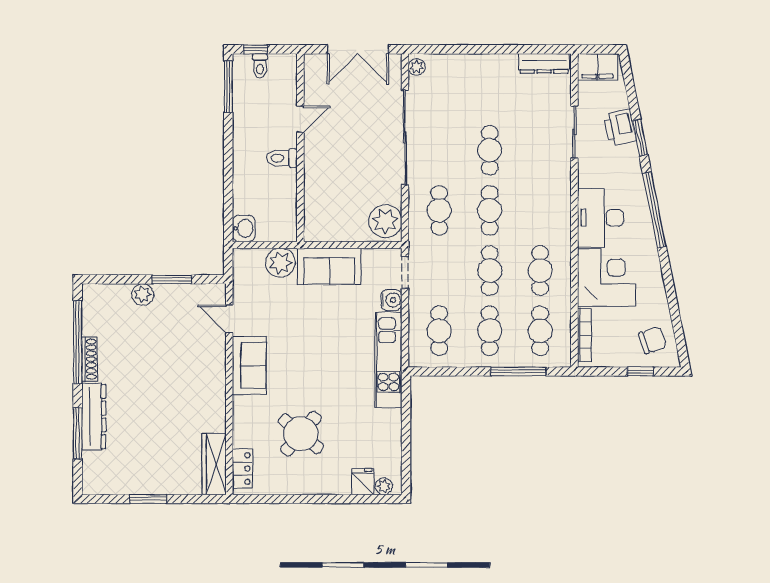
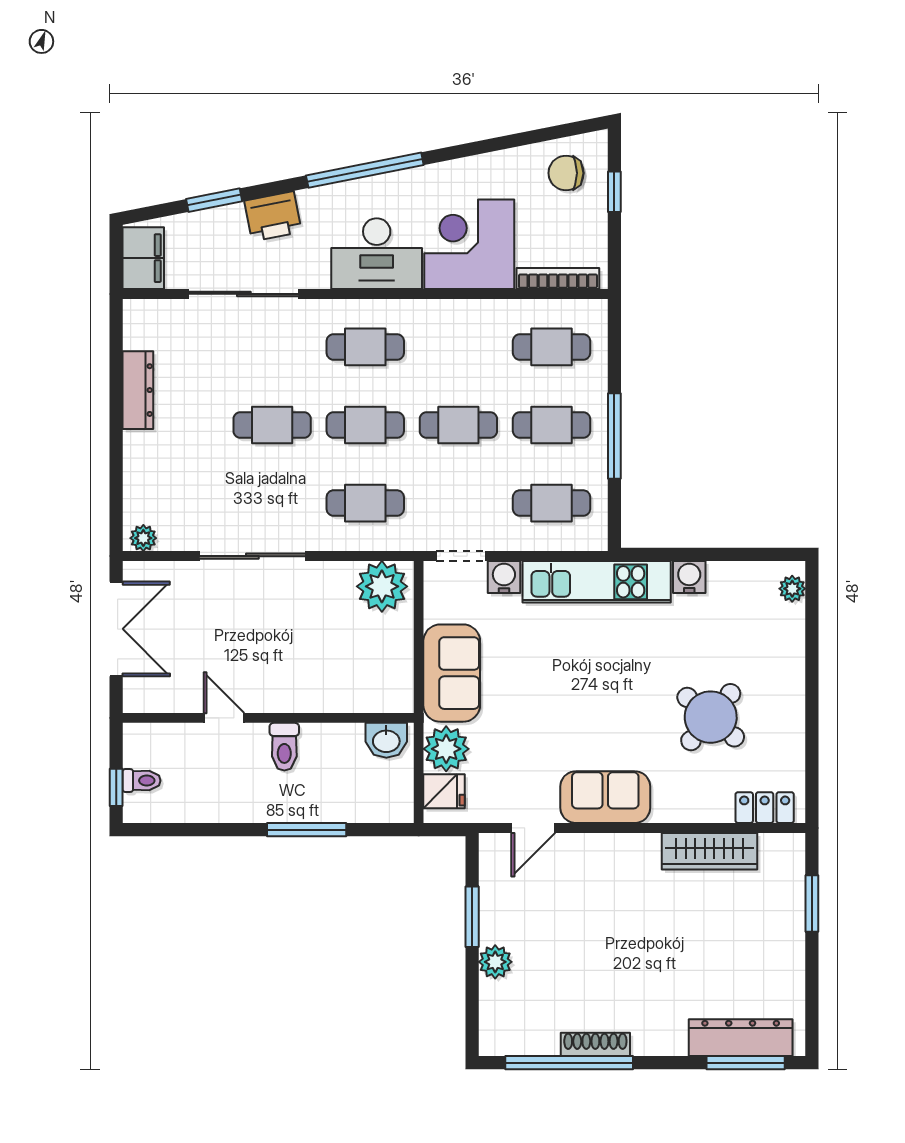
dresser: (544, 63) -> (138, 390), moved
window: (228, 87) -> (307, 830), moved
printer: (620, 128) -> (273, 216), moved
sliding door: (574, 132) -> (244, 294), width x1.37
sliding door: (405, 137) -> (252, 556), width x0.73
window: (640, 138) -> (214, 200), moved
washbasin: (244, 228) -> (386, 740), moved, turned 180
cafe table: (540, 271) -> (365, 347), moved
chair: (653, 340) -> (566, 173), turned -72
window: (518, 371) -> (614, 436), moved
dresser: (94, 417) -> (741, 1038), moved
water cooler: (391, 420) -> (689, 577), added
window: (78, 433) -> (746, 1063), moved
wardrobe: (214, 464) -> (709, 851), moved
fridge: (363, 482) -> (444, 791), moved, turned 180
window: (148, 499) -> (812, 903), moved

